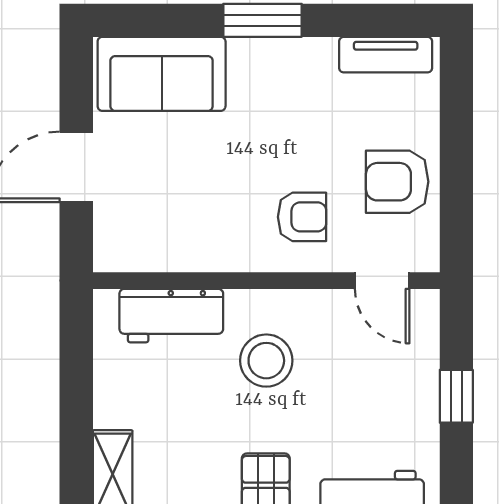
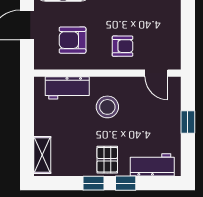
armchair: (397, 182) -> (73, 40), moved

